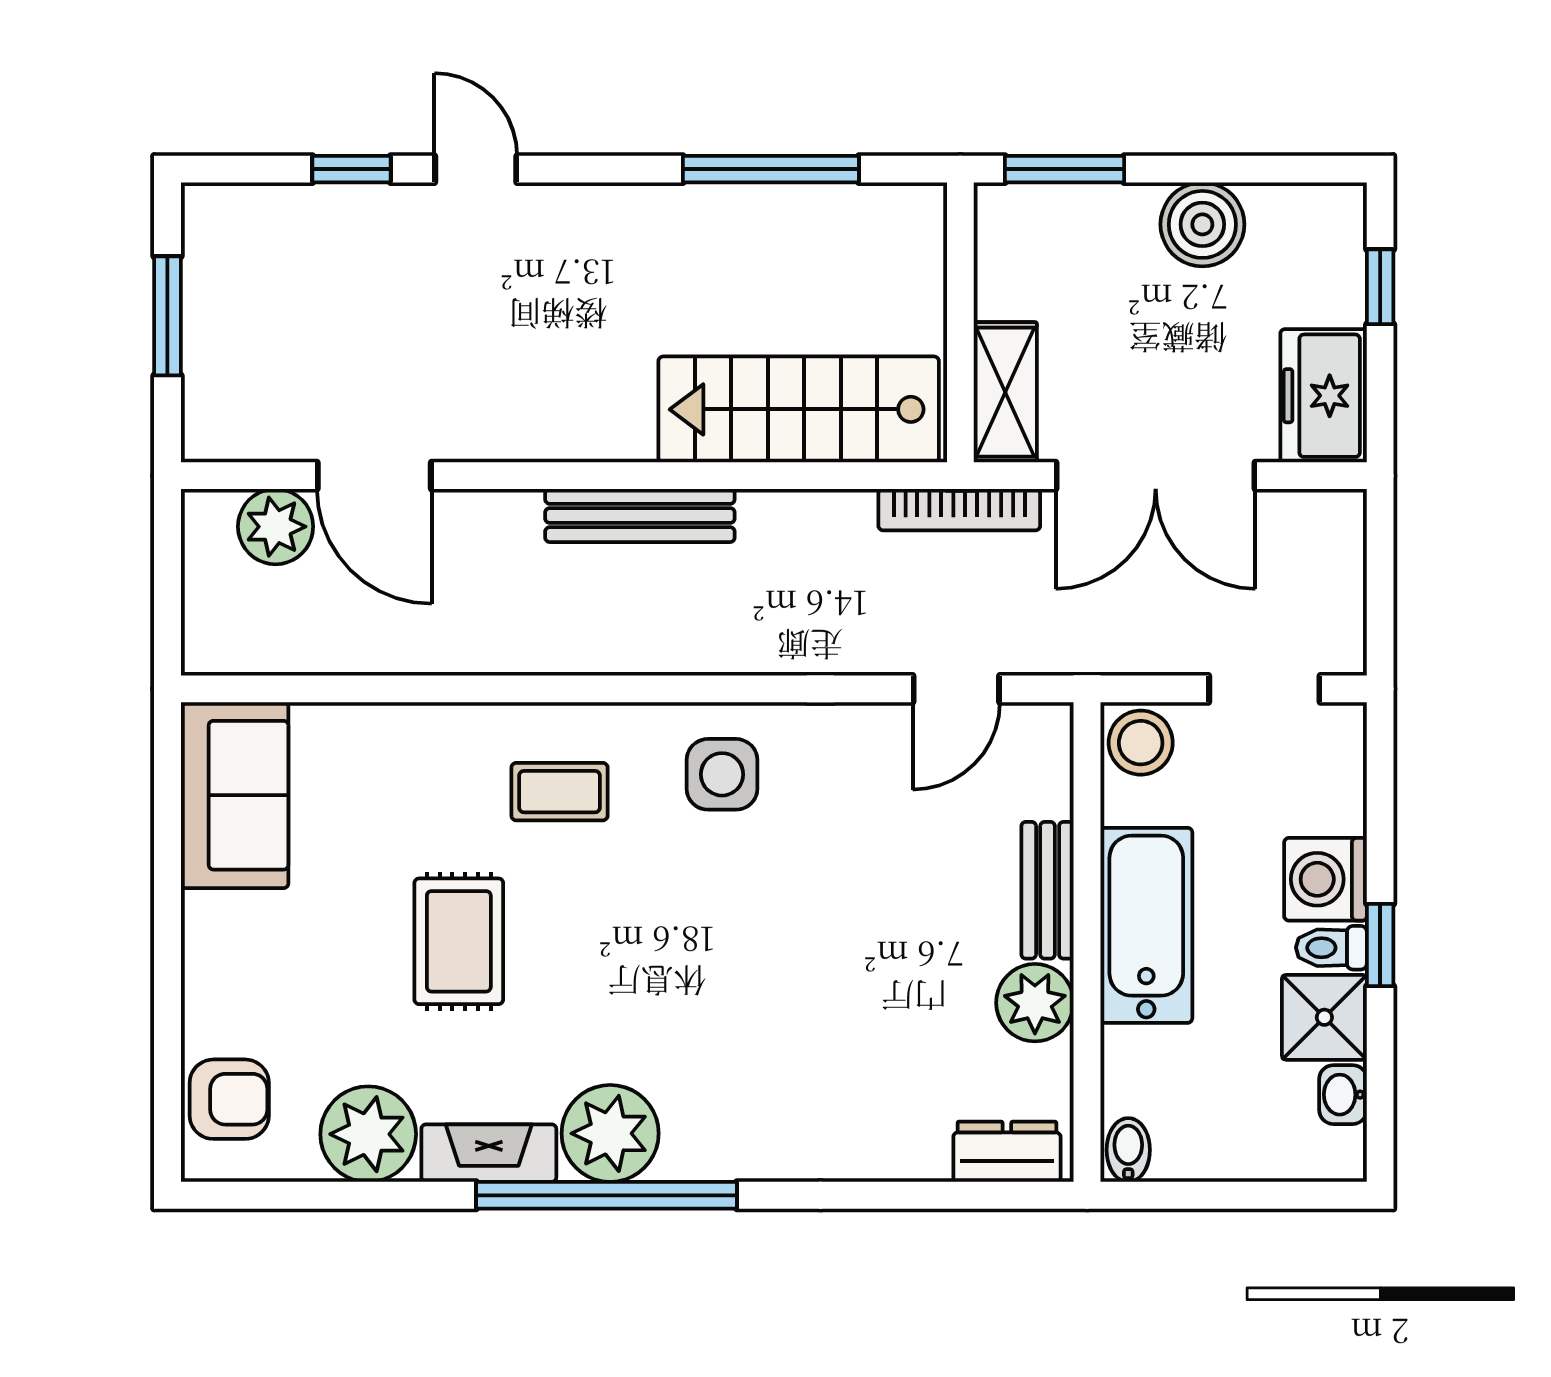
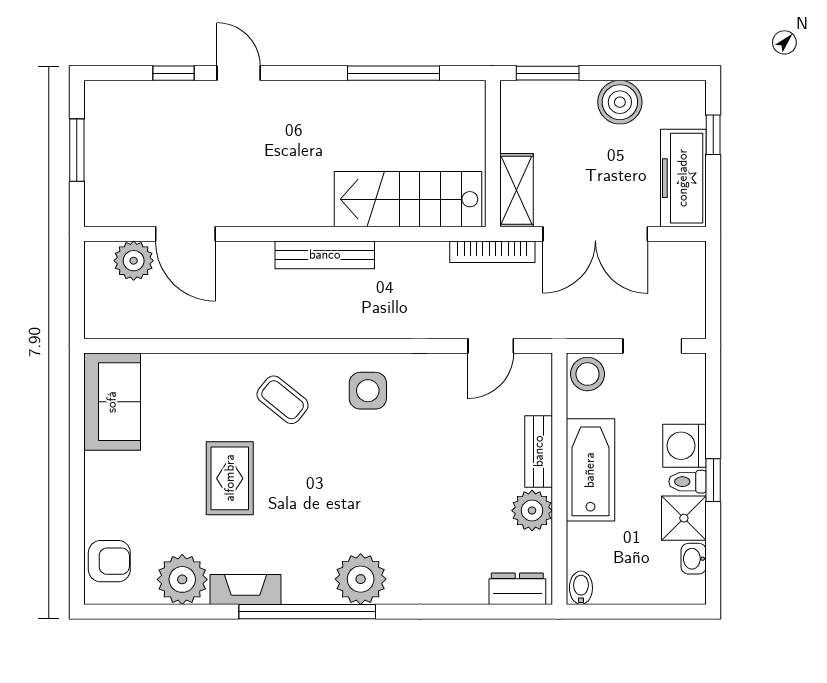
freezer: (1324, 396) -> (683, 178), width x1.40
coffee table: (560, 792) -> (283, 400), turned 39
plant: (610, 1133) -> (361, 579), moved

